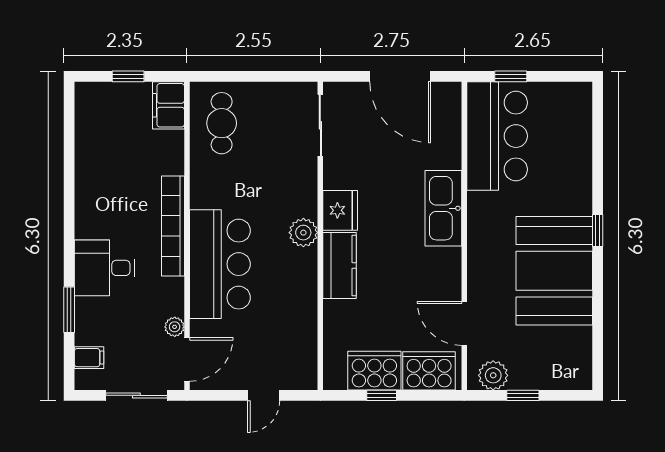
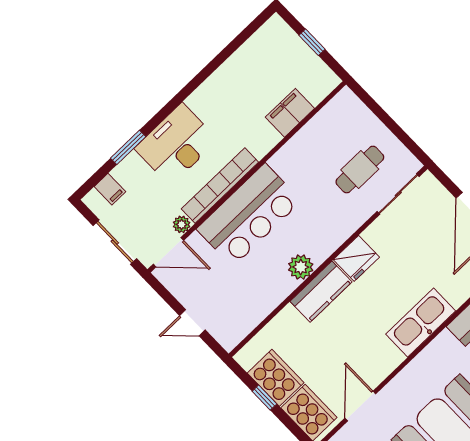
filing cabinet: (168, 105) -> (290, 113), moved
cafe table: (222, 123) -> (360, 170), moved
bookcase: (173, 226) -> (220, 186), moved
plant: (303, 233) -> (301, 267), moved
desk: (105, 268) -> (176, 144), width x1.37

